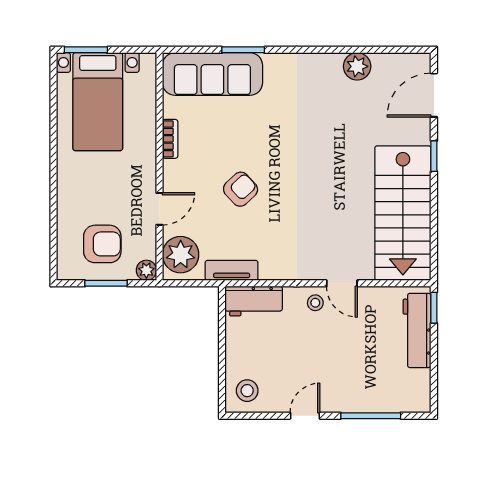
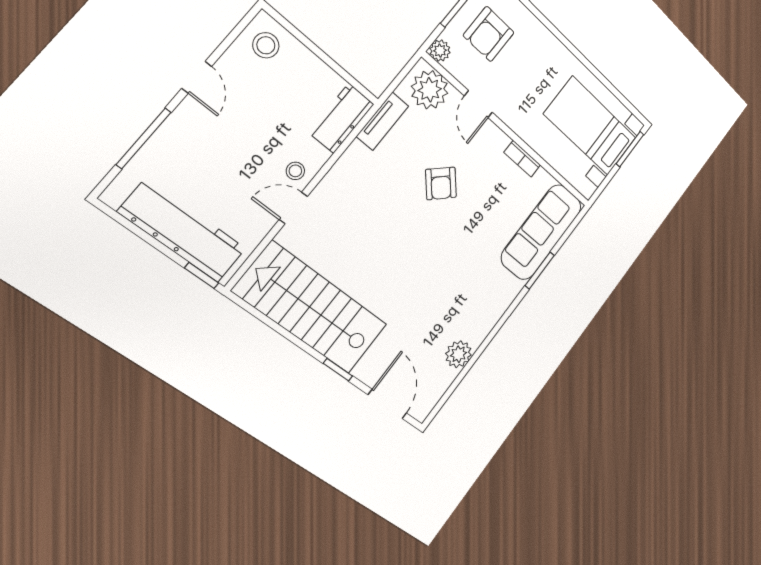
workbench: (417, 330) -> (183, 231), width x1.36, depth x1.32

